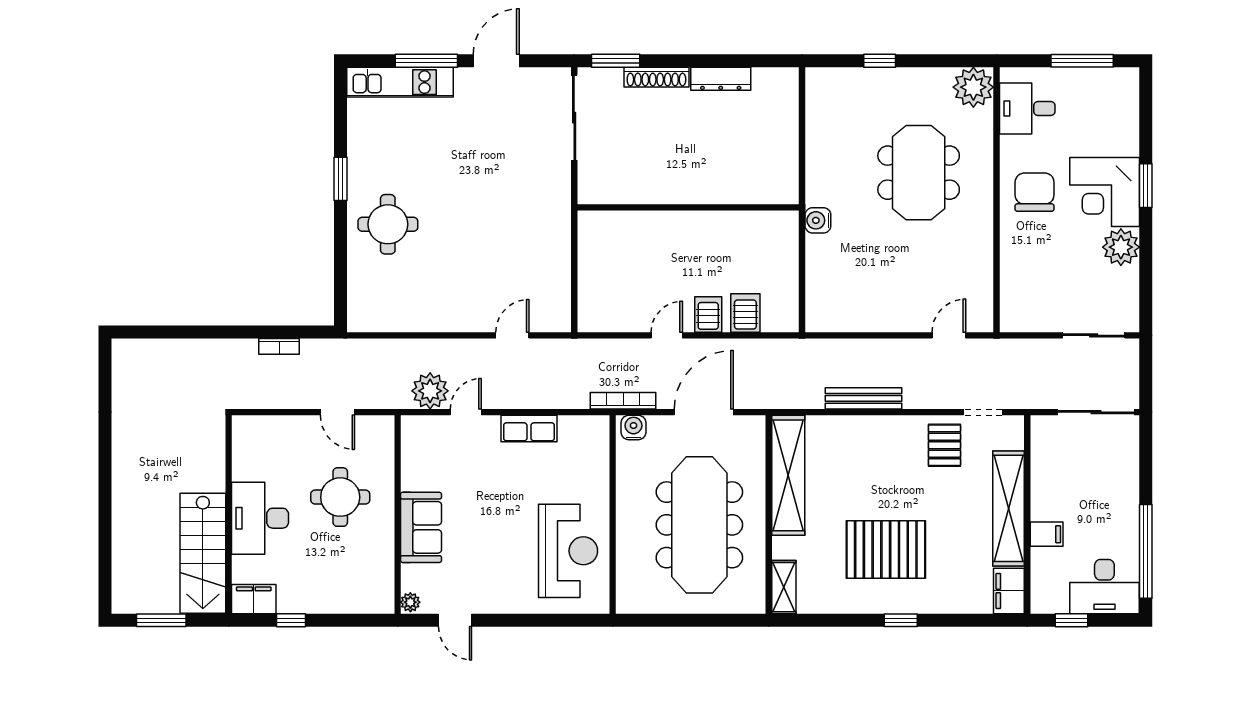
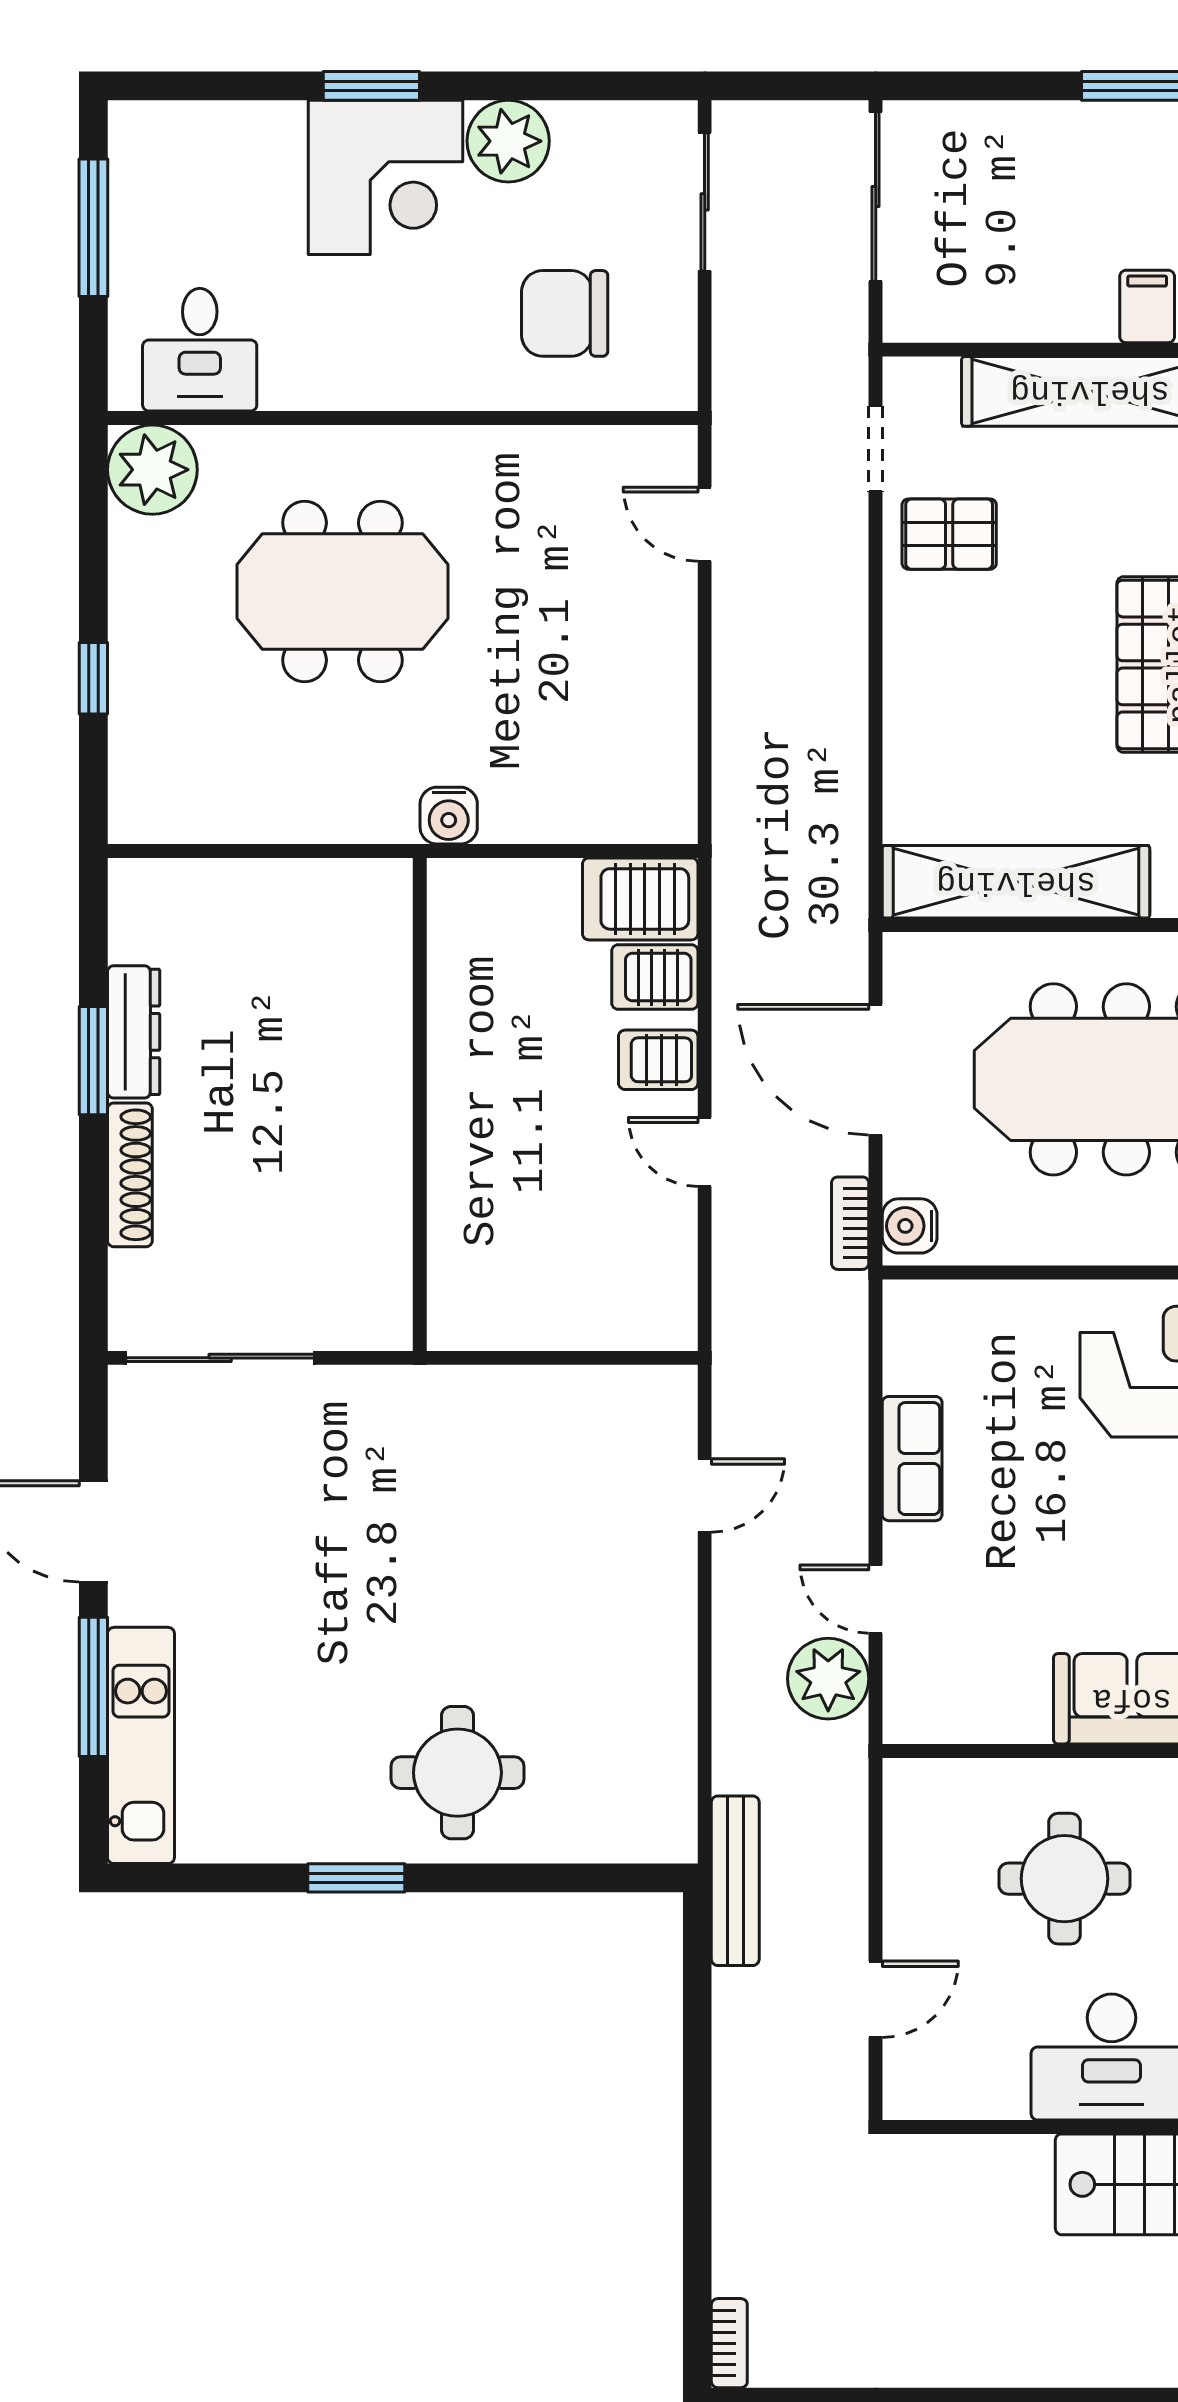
window: (616, 61) -> (93, 1061), moved
chair: (1035, 192) -> (565, 313), moved
server rack: (780, 306) -> (640, 899), added
door: (512, 335) -> (705, 1496), swing flipped
bookcase: (279, 346) -> (729, 2343), moved
bench: (863, 398) -> (735, 1881), moved
bookcase: (623, 401) -> (850, 1223), width x0.64
door: (337, 412) -> (876, 1999), moved

